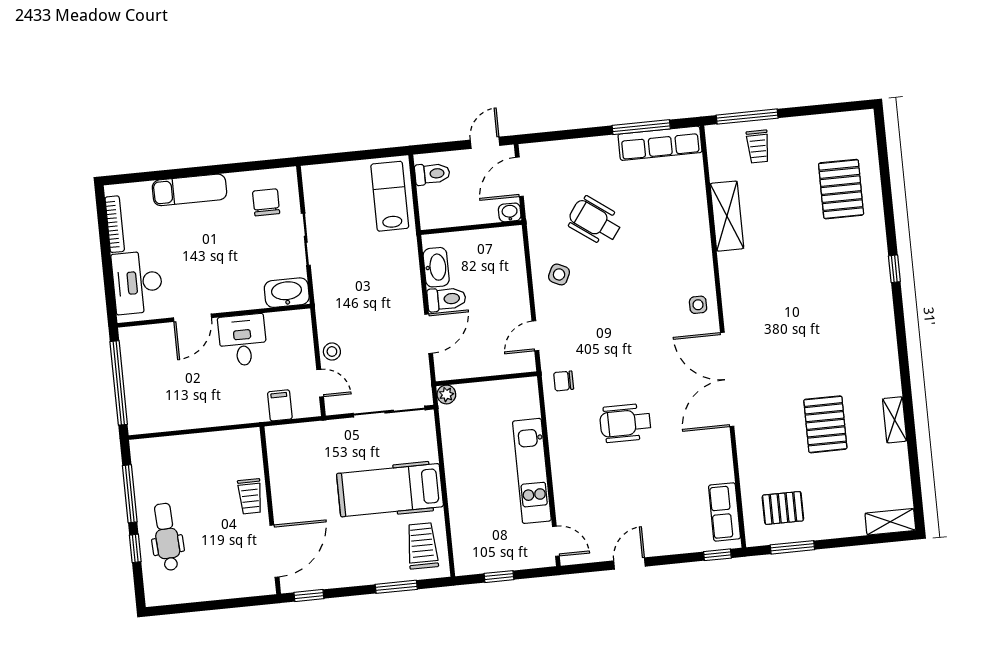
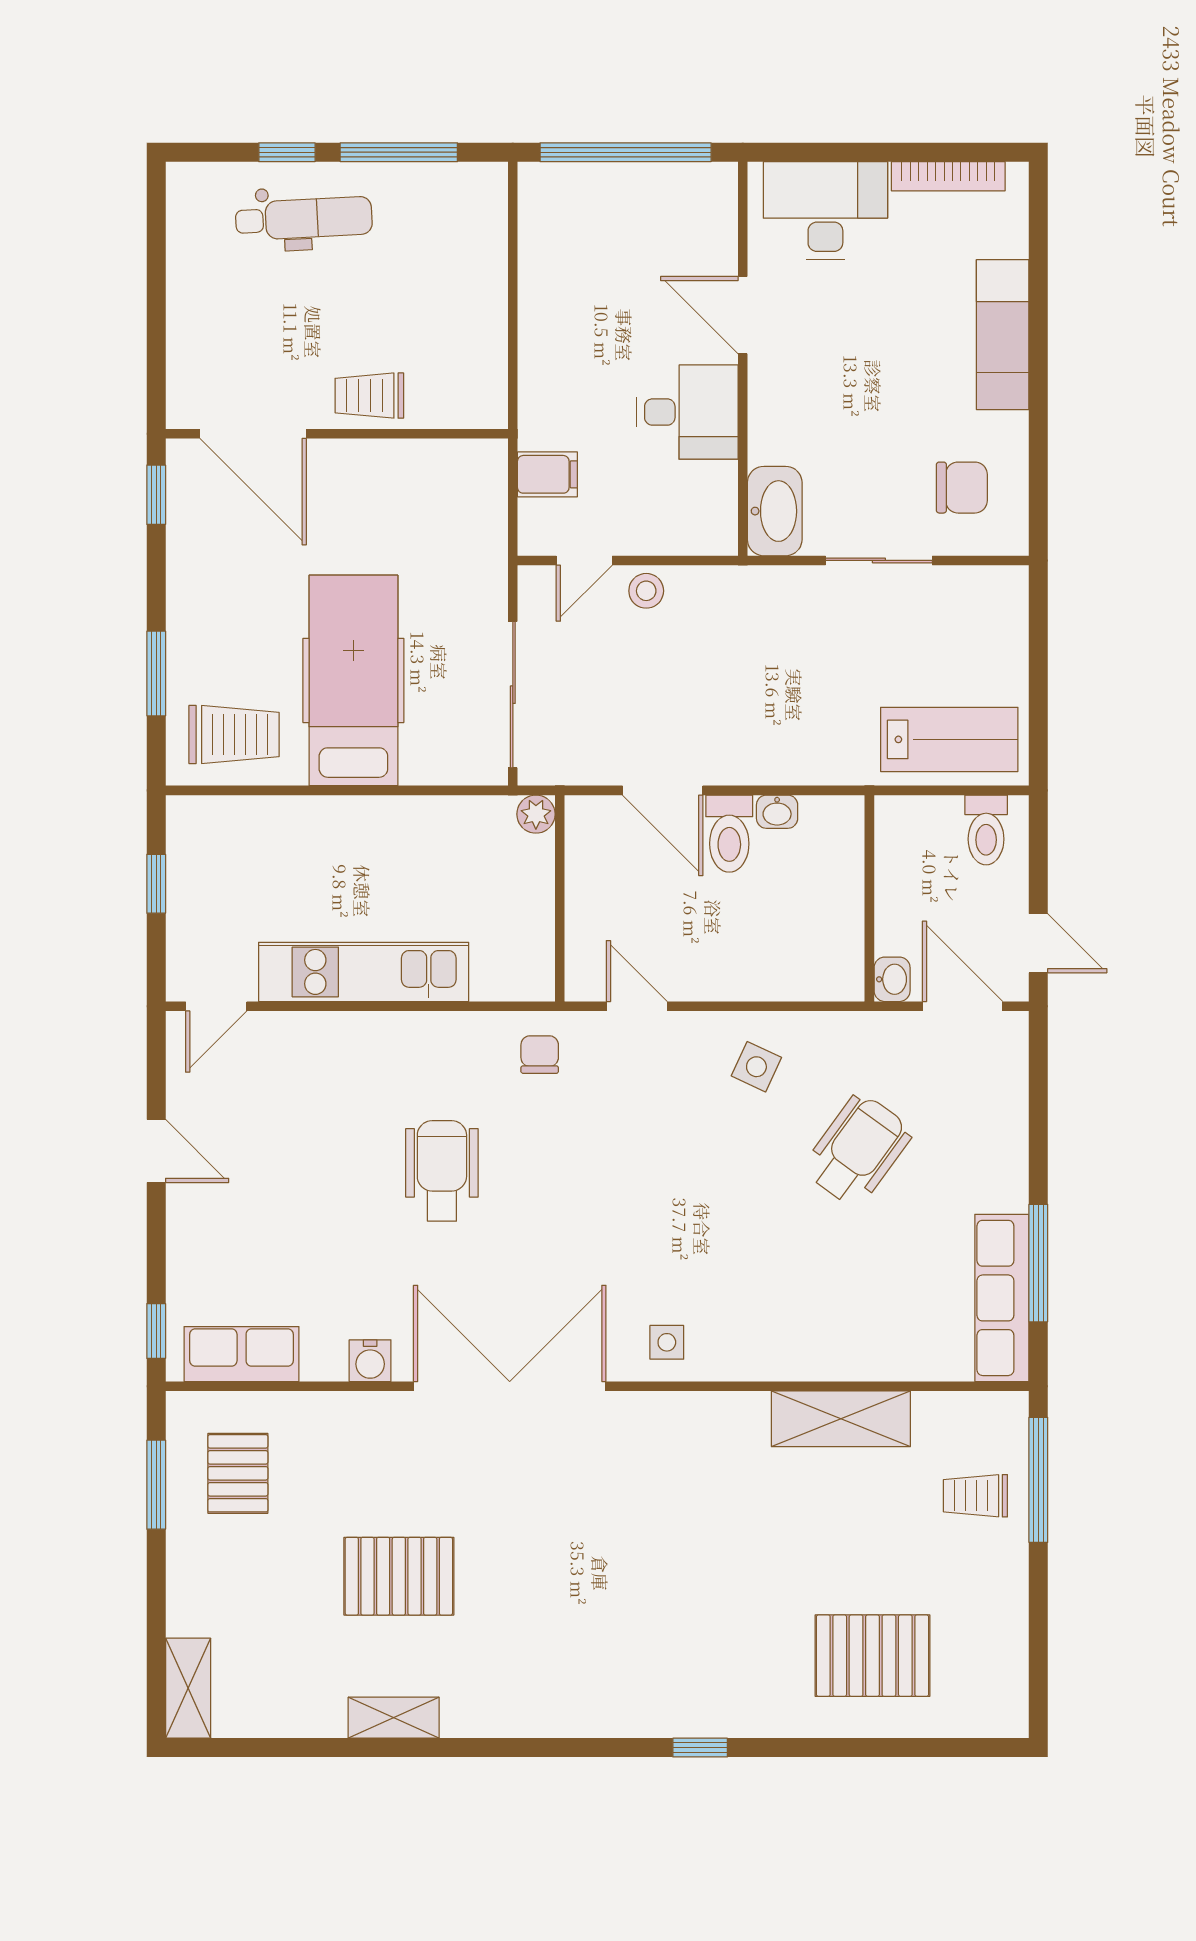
washbasin: (436, 267) -> (777, 812), width x0.52, depth x0.69
water cooler: (721, 449) -> (370, 1361), added

